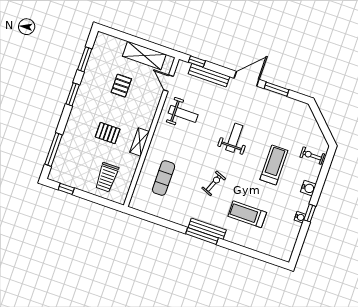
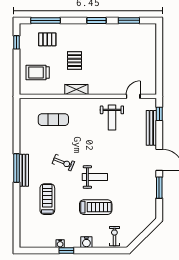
shelving: (144, 55) -> (149, 69), removed
pallet: (121, 86) -> (47, 39), moved
weight bench: (234, 138) -> (95, 177), moved

